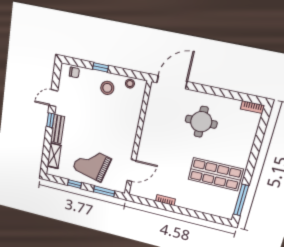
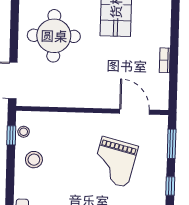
window: (101, 67) -> (11, 135), moved
round table: (201, 122) -> (54, 36), width x1.36, depth x1.36
grand piano: (92, 164) -> (115, 162), moved

